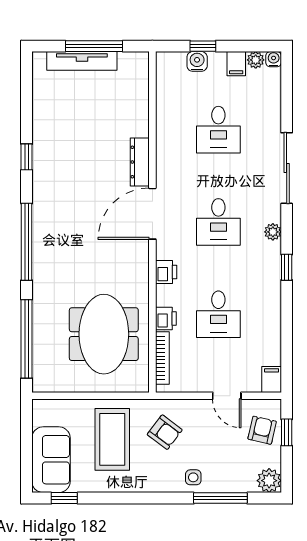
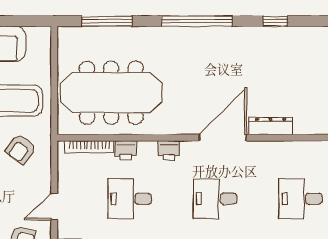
door: (152, 214) -> (223, 138), hinge flipped
meeting table: (104, 334) -> (111, 93), width x1.36
window: (27, 339) -> (107, 21), width x0.68

